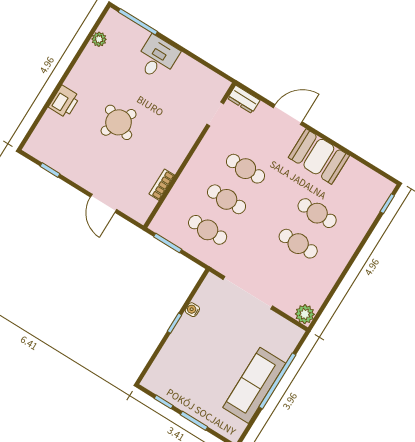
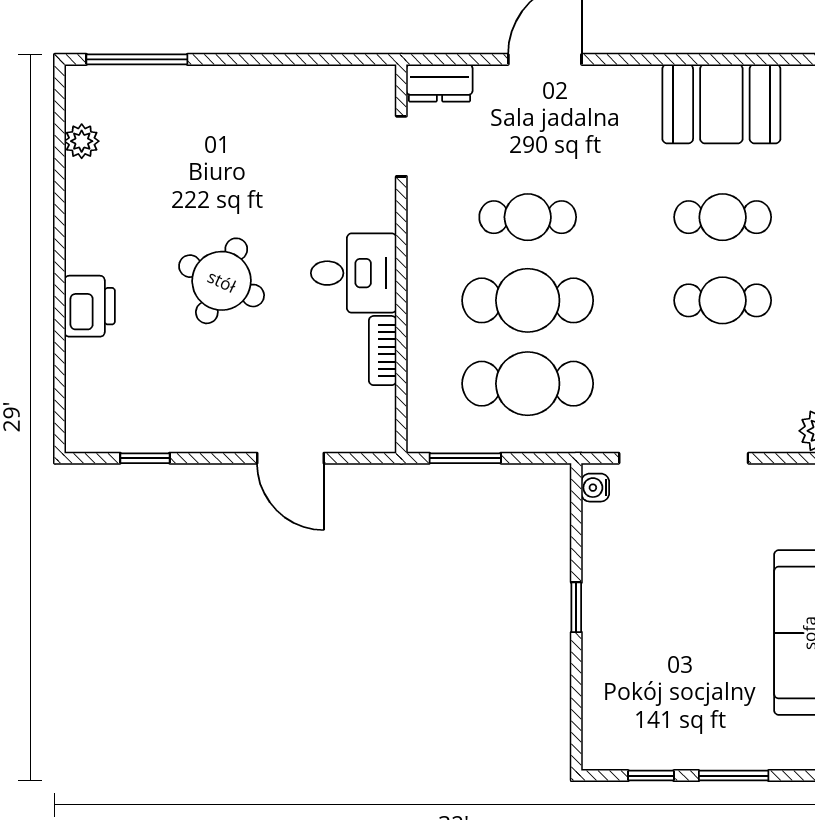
desk: (157, 58) -> (354, 273), moved, turned 90
booth: (319, 157) -> (721, 104), moved
cafe table: (227, 199) -> (528, 300), width x1.37, depth x1.35
cafe table: (208, 230) -> (528, 384), width x1.37, depth x1.35
water cooler: (192, 310) -> (595, 488), moved

